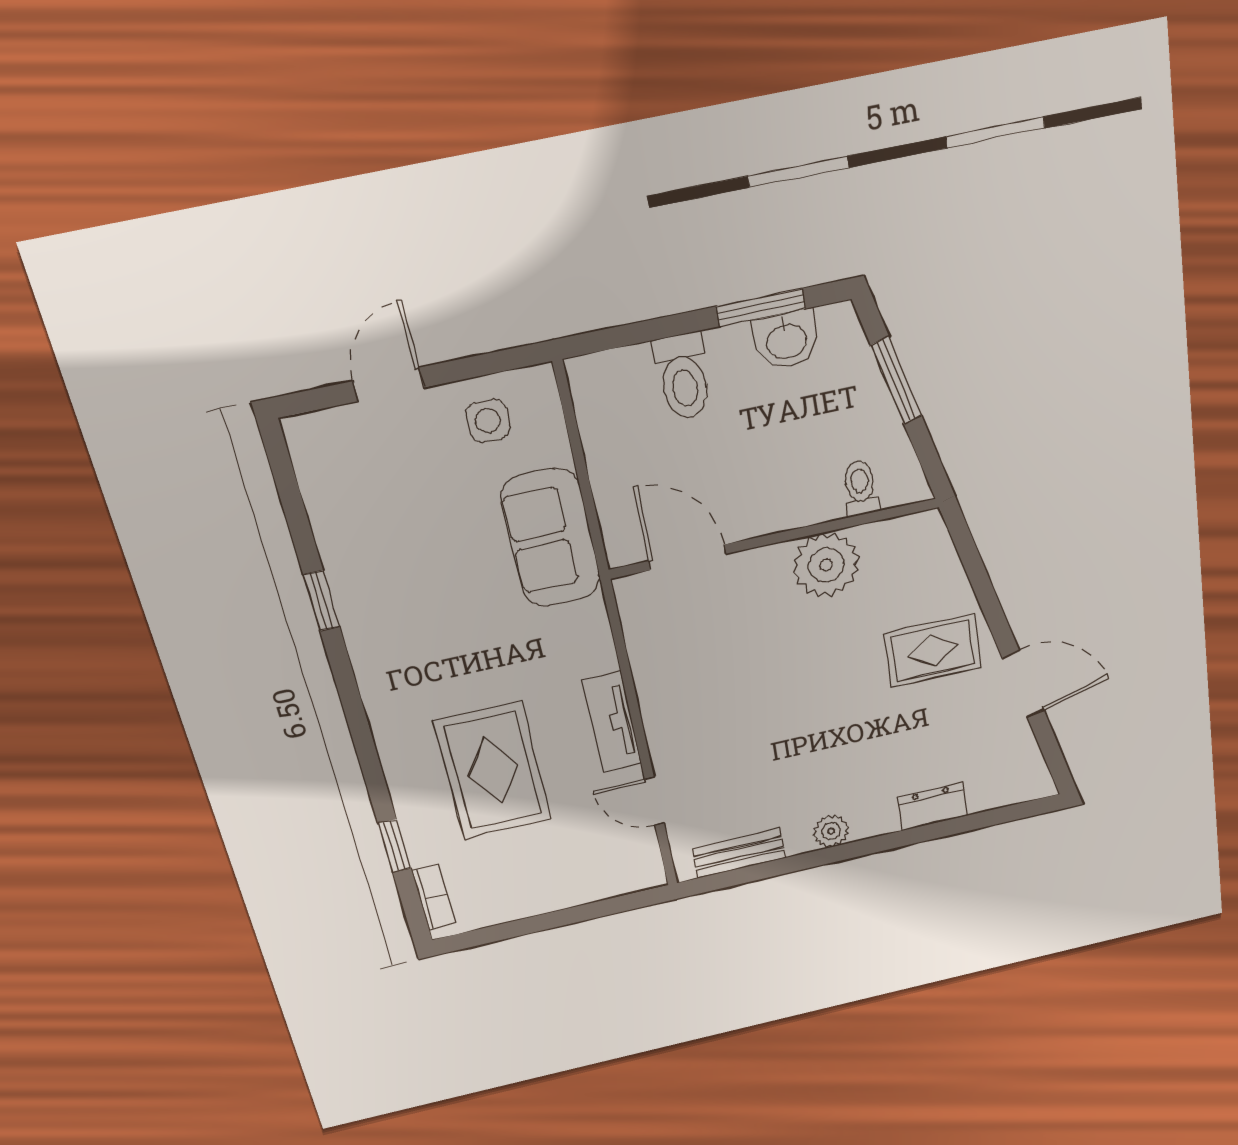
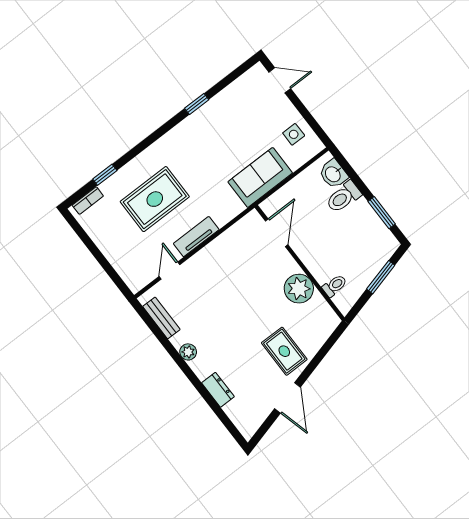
washbasin: (786, 340) -> (333, 174), moved
door: (388, 384) -> (280, 80), moved

